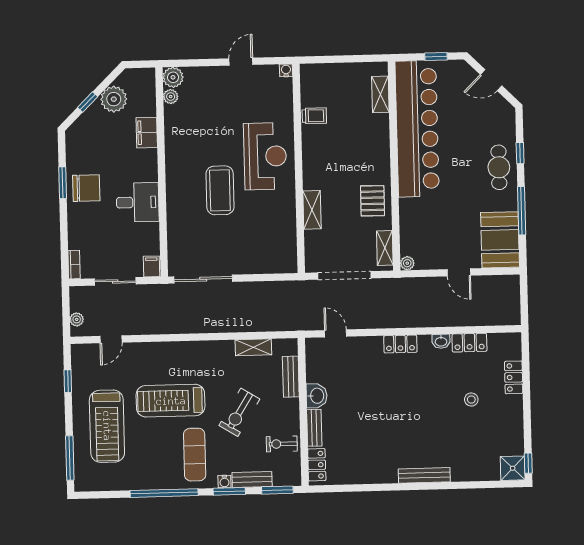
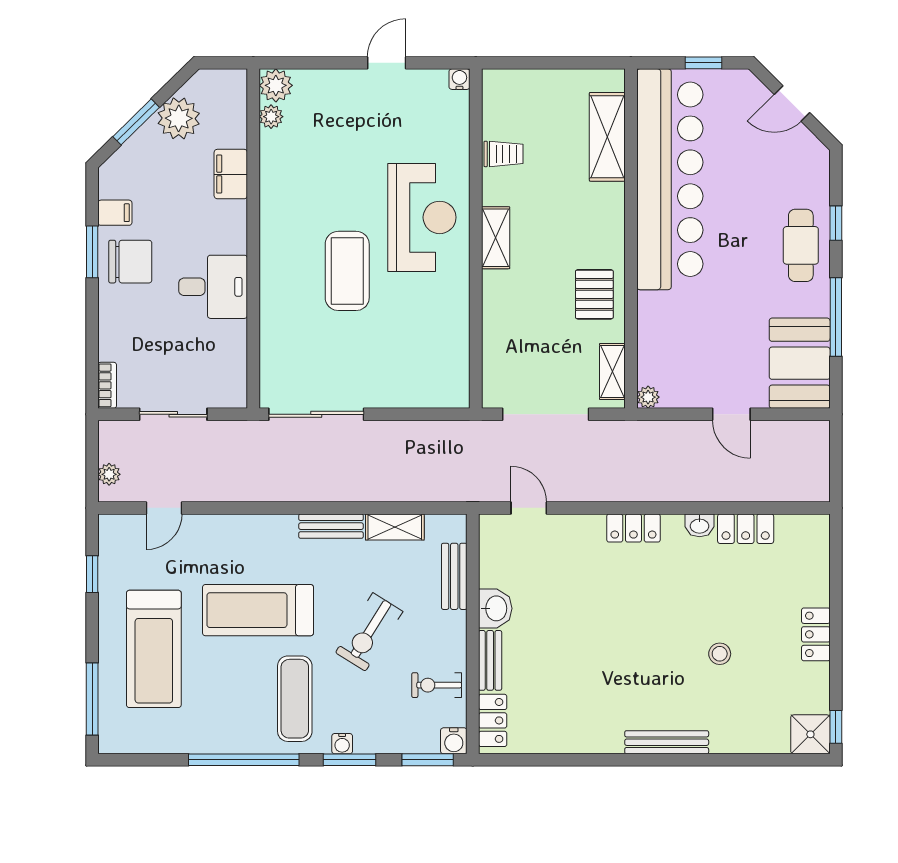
shelving: (380, 94) -> (607, 137), width x1.50, depth x1.33
window: (88, 102) -> (136, 122), width x1.50
shelving: (312, 210) -> (496, 238), moved
filing cabinet: (151, 266) -> (115, 213), moved, turned 90
locker: (514, 377) -> (816, 634), moved
stool: (471, 400) -> (720, 654), moved
water cooler: (293, 478) -> (454, 741), added
bench: (252, 480) -> (331, 526), moved

